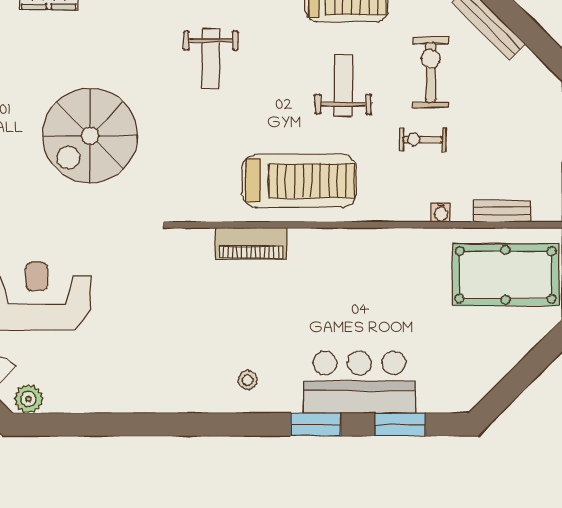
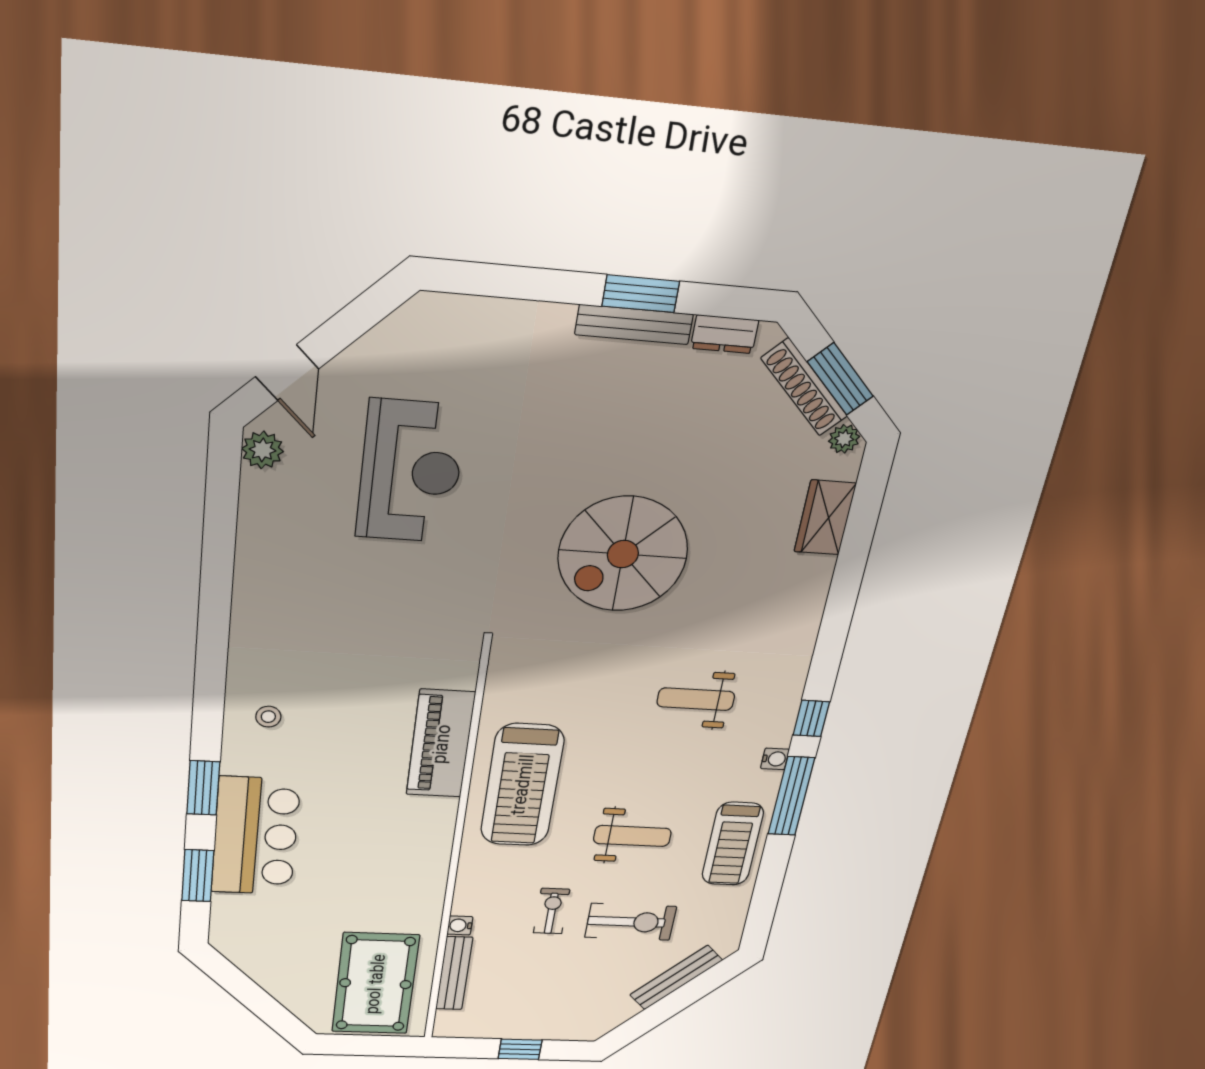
spiral stairs: (90, 136) -> (623, 554), turned -90
bench: (502, 211) -> (454, 973), width x1.36
piano: (251, 244) -> (441, 744), width x1.37, depth x1.33

